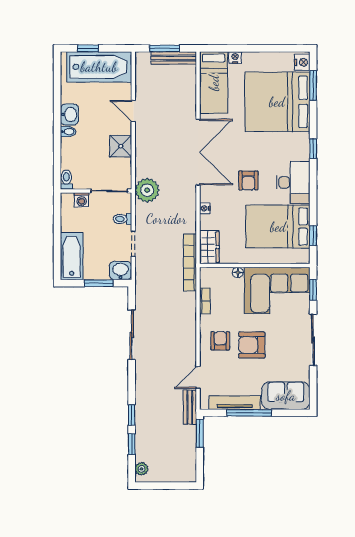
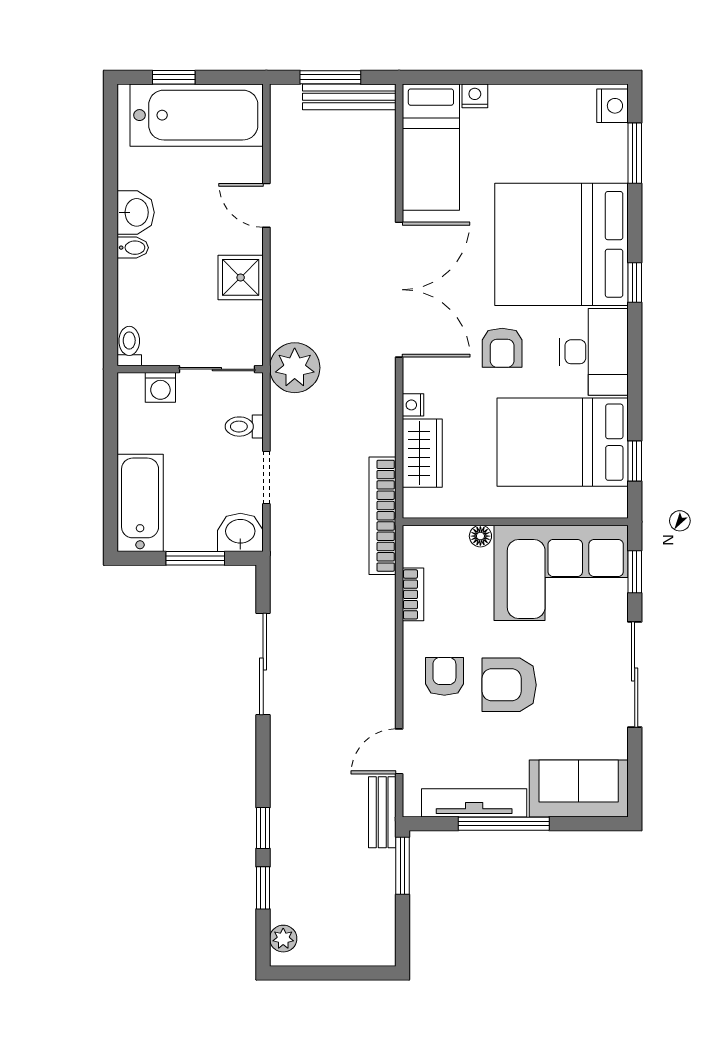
bed: (277, 102) -> (561, 244), moved
wardrobe: (209, 247) -> (422, 453), moved

